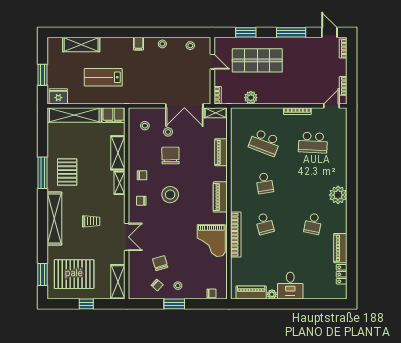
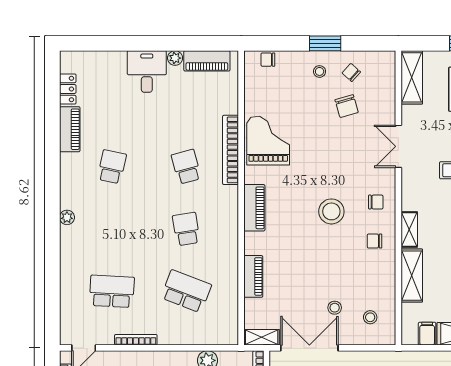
filing cabinet: (113, 115) -> (427, 334), width x0.50
chair: (170, 155) -> (331, 271), removed
plant: (338, 195) -> (67, 217), width x0.53, depth x0.53

